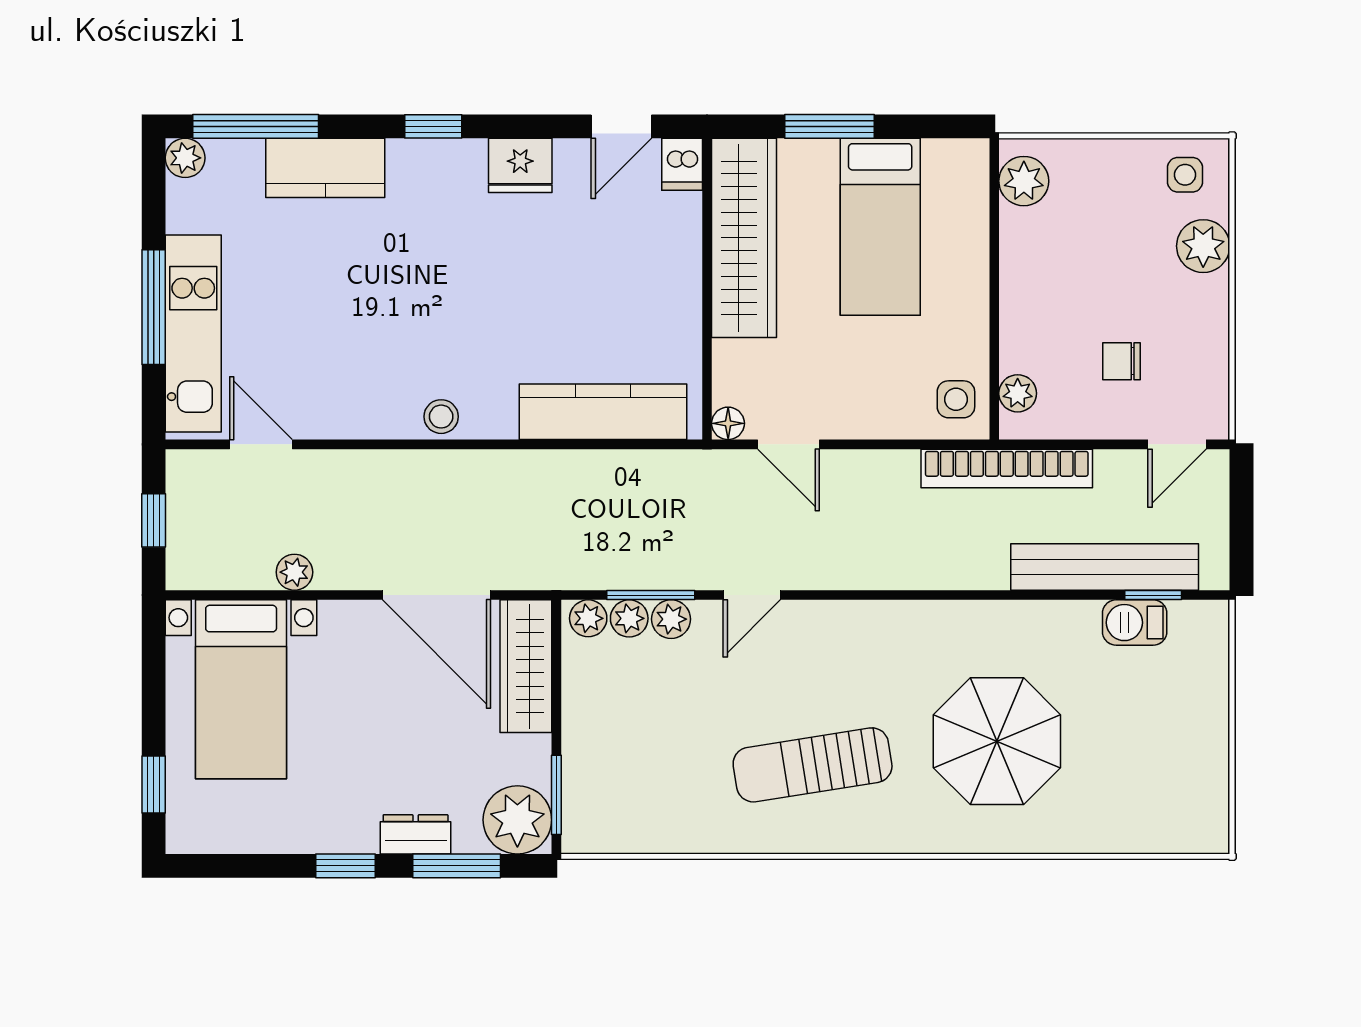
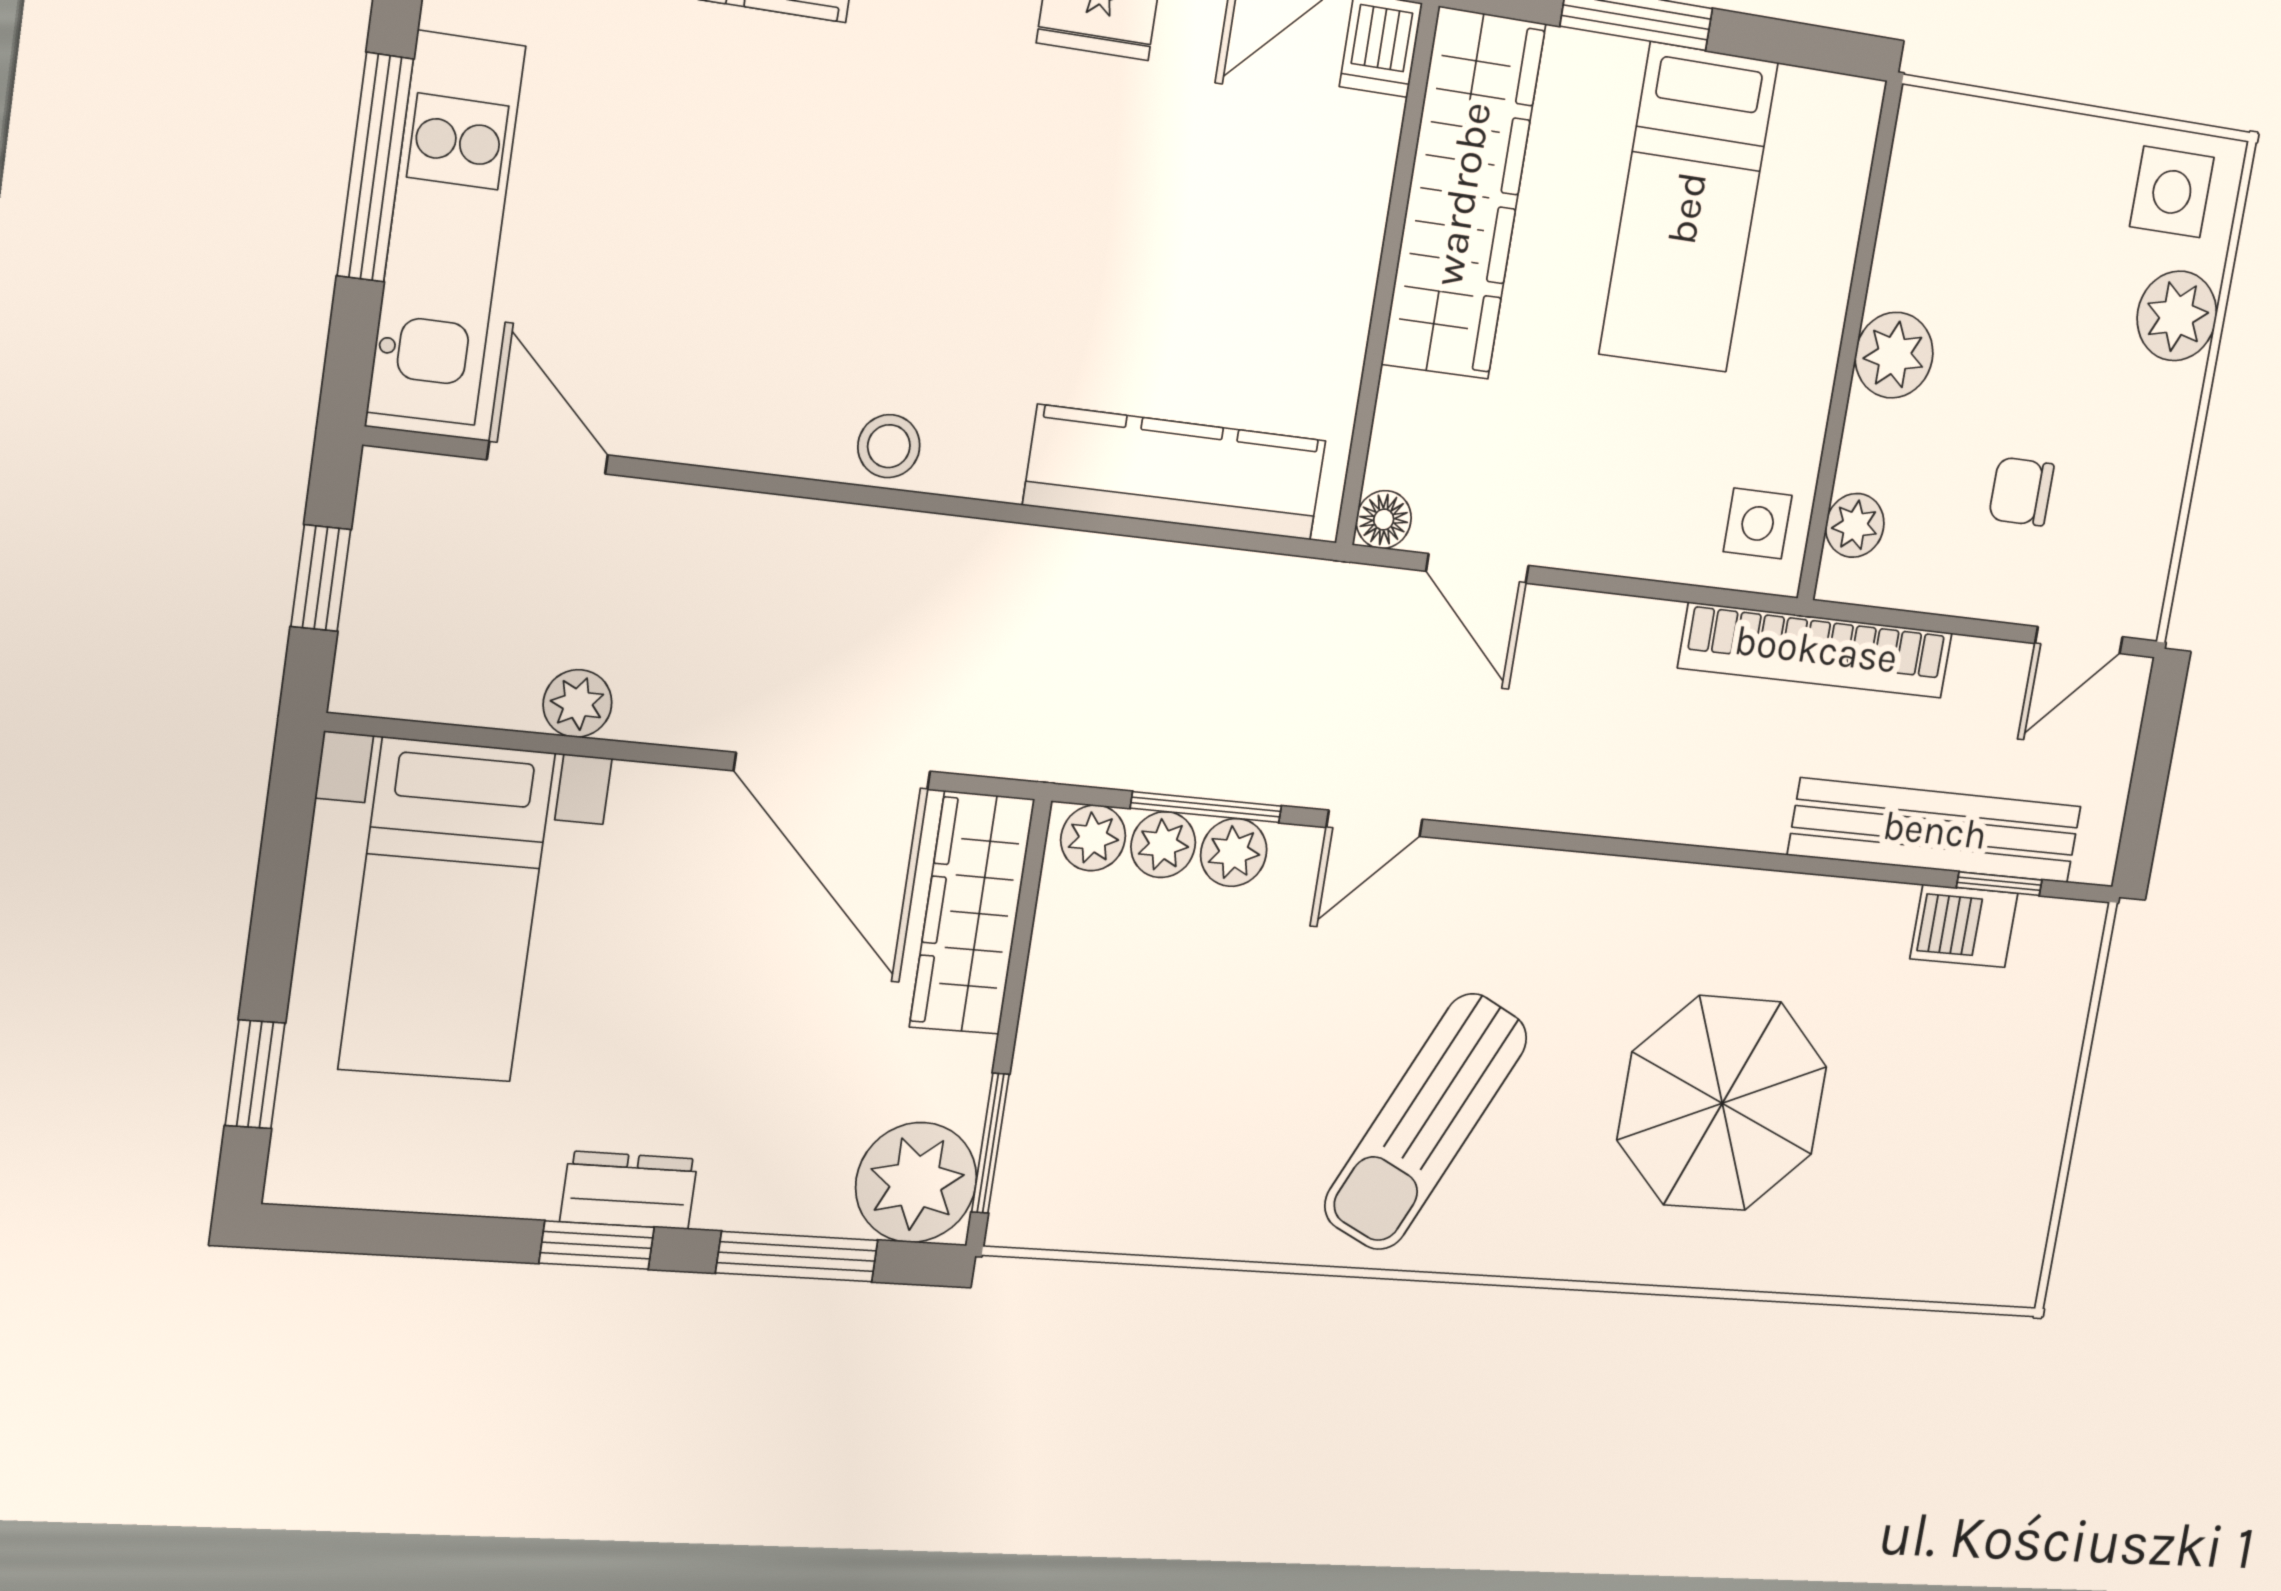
side table: (1185, 175) -> (2172, 192), width x1.37, depth x1.37
plant: (1024, 181) -> (1894, 355), moved
sun lounger: (813, 765) -> (1426, 1122), turned -55
dresser: (416, 834) -> (629, 1190), moved

